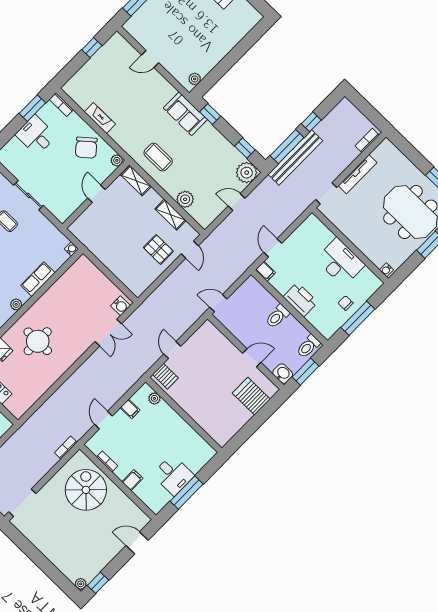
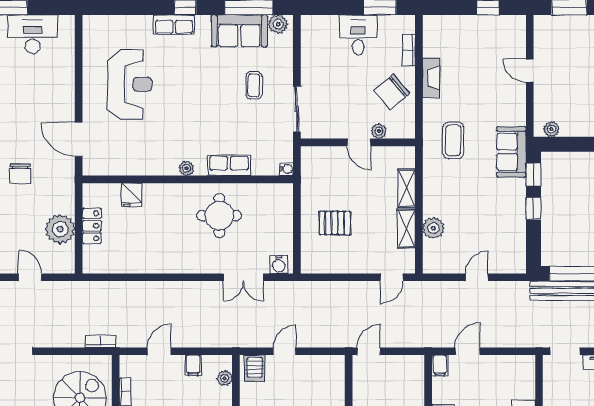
bookcase: (61, 105) -> (409, 50), moved
window: (245, 148) -> (533, 208), moved
coffee table: (158, 157) -> (453, 140), moved
plant: (117, 160) -> (379, 131), moved
plant: (247, 173) -> (513, 260), removed
shelving: (136, 181) -> (406, 188), moved
door: (96, 194) -> (359, 142), swing flipped
sliding door: (28, 195) -> (297, 109), moved
door: (237, 202) -> (477, 277), hinge flipped
pallet: (158, 249) -> (335, 223), moved, turned 90
door: (218, 303) -> (369, 351), hinge flipped
round table: (38, 341) -> (219, 216), moved

